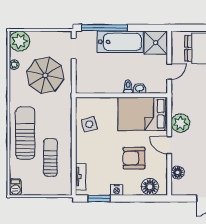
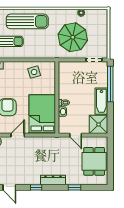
plant: (19, 41) -> (100, 17), removed
bathtub: (120, 42) -> (101, 101), width x0.73, depth x0.73
plant: (180, 123) -> (35, 144), removed

